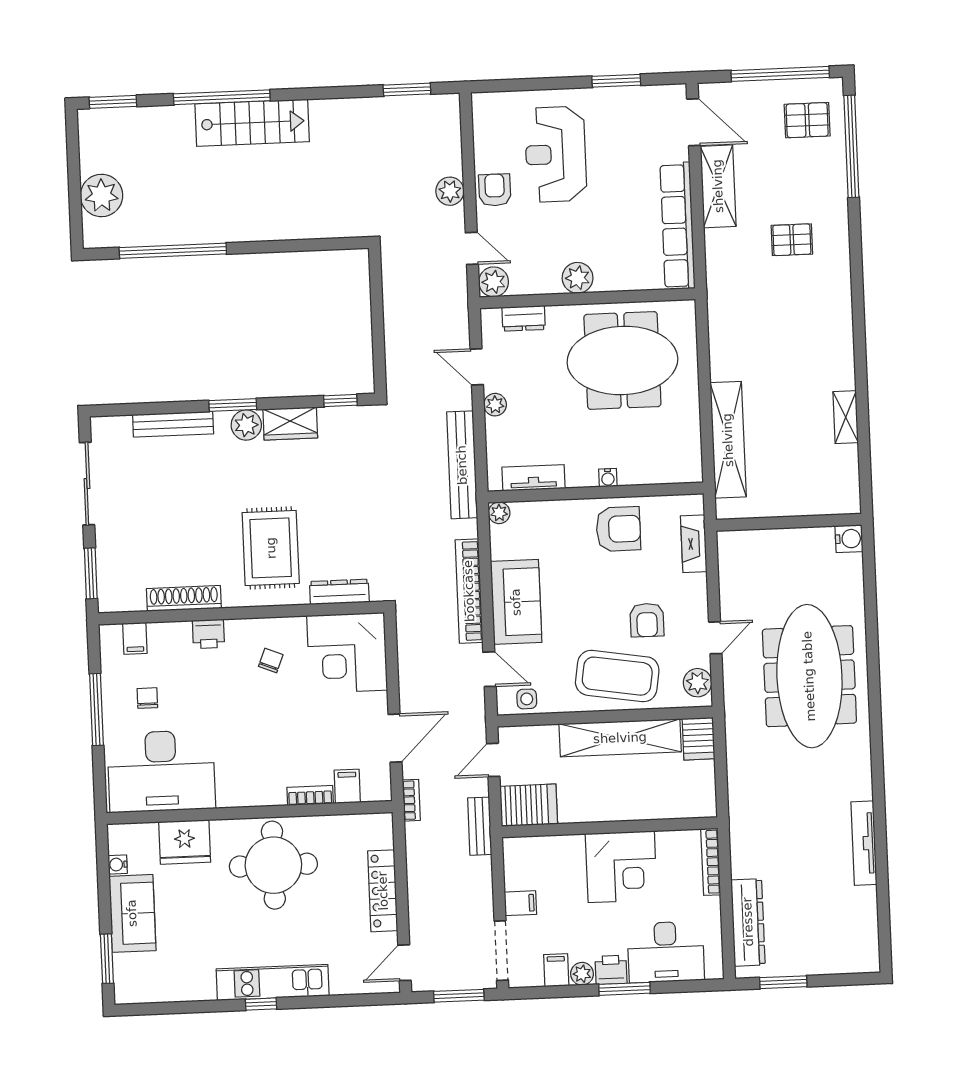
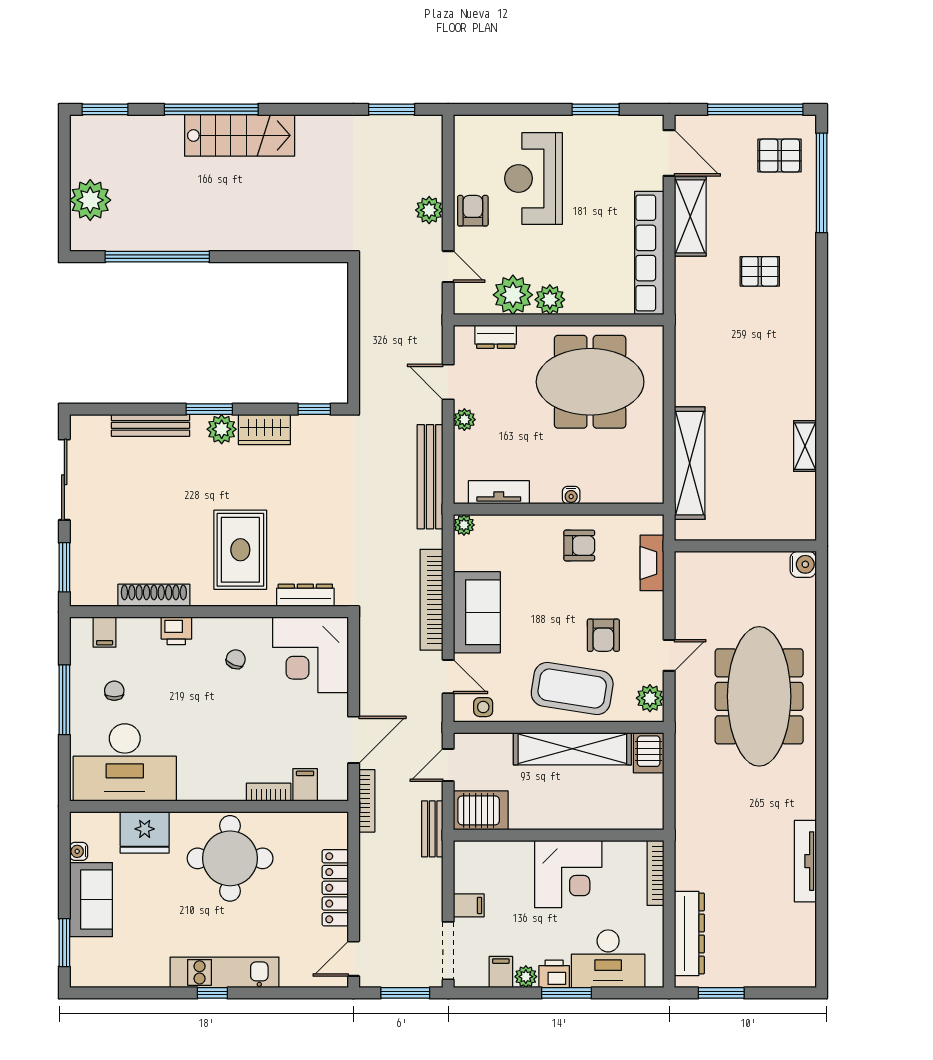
plant: (494, 282) -> (513, 295), moved, width x1.36, depth x1.36
armchair: (618, 529) -> (579, 545), width x0.72, depth x0.72
bookcase: (411, 800) -> (367, 801), width x1.56

